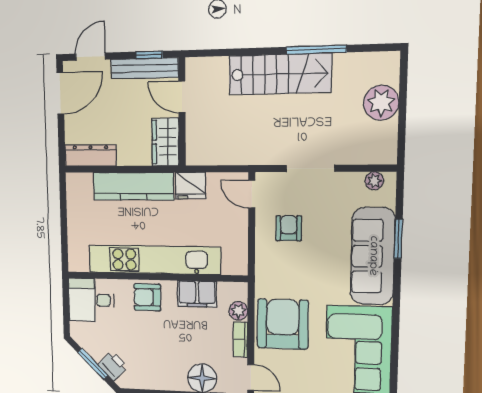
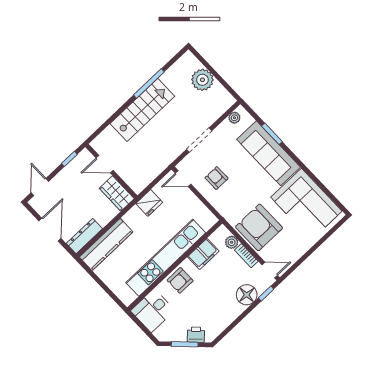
bench: (145, 68) -> (73, 167), removed
door: (60, 93) -> (50, 230), moved
kitchen counter: (133, 186) -> (106, 244), moved

